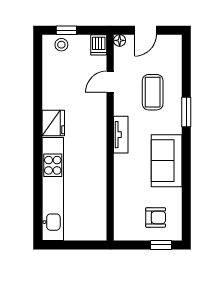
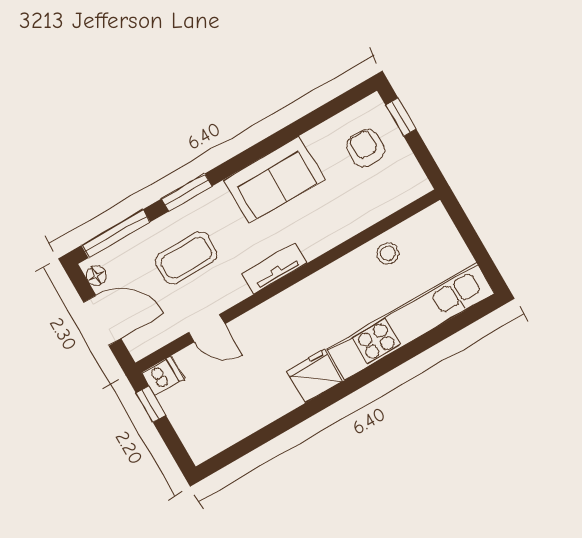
window: (66, 30) -> (151, 404), moved
door: (145, 30) -> (102, 320), width x1.37
floor lamp: (120, 40) -> (96, 276), moved
stool: (61, 45) -> (388, 253), moved
window: (186, 63) -> (116, 234), added

